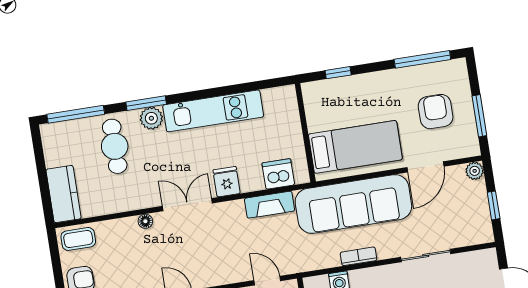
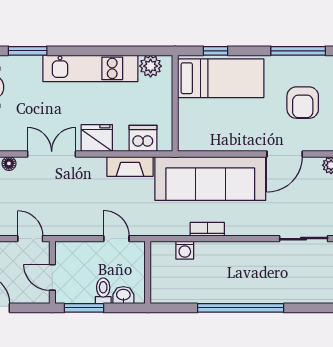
armchair: (436, 112) -> (303, 103), turned 180
plant: (151, 118) -> (151, 66), moved
bed: (355, 147) -> (221, 78), moved
fridge: (227, 182) -> (97, 138), width x1.38
sliding door: (426, 255) -> (304, 239), moved

